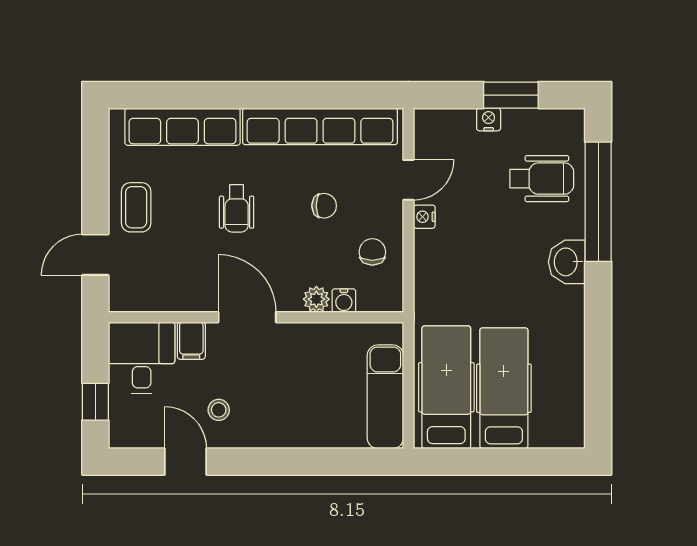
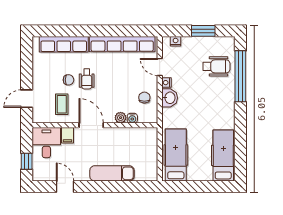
nightstand: (489, 119) -> (176, 41), moved
door: (408, 180) -> (160, 67), swing flipped
chair: (324, 206) -> (69, 80), moved
coffee table: (136, 207) -> (62, 104), moved
washbasin: (567, 262) -> (170, 98), moved, turned 180
hospital bed: (504, 388) -> (223, 155), moved
exam couch: (385, 397) -> (112, 173), moved, turned 90
stool: (219, 410) -> (79, 165), removed

